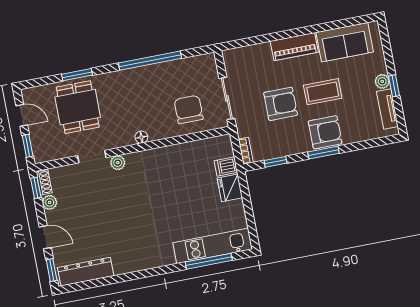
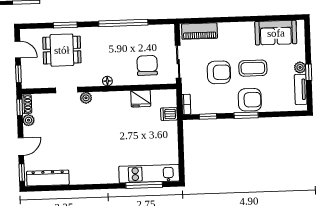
piano: (294, 47) -> (199, 31), moved
dining table: (78, 107) -> (62, 50), turned 90
fridge: (230, 188) -> (141, 99), moved, turned -90
door: (45, 237) -> (21, 147), hinge flipped

